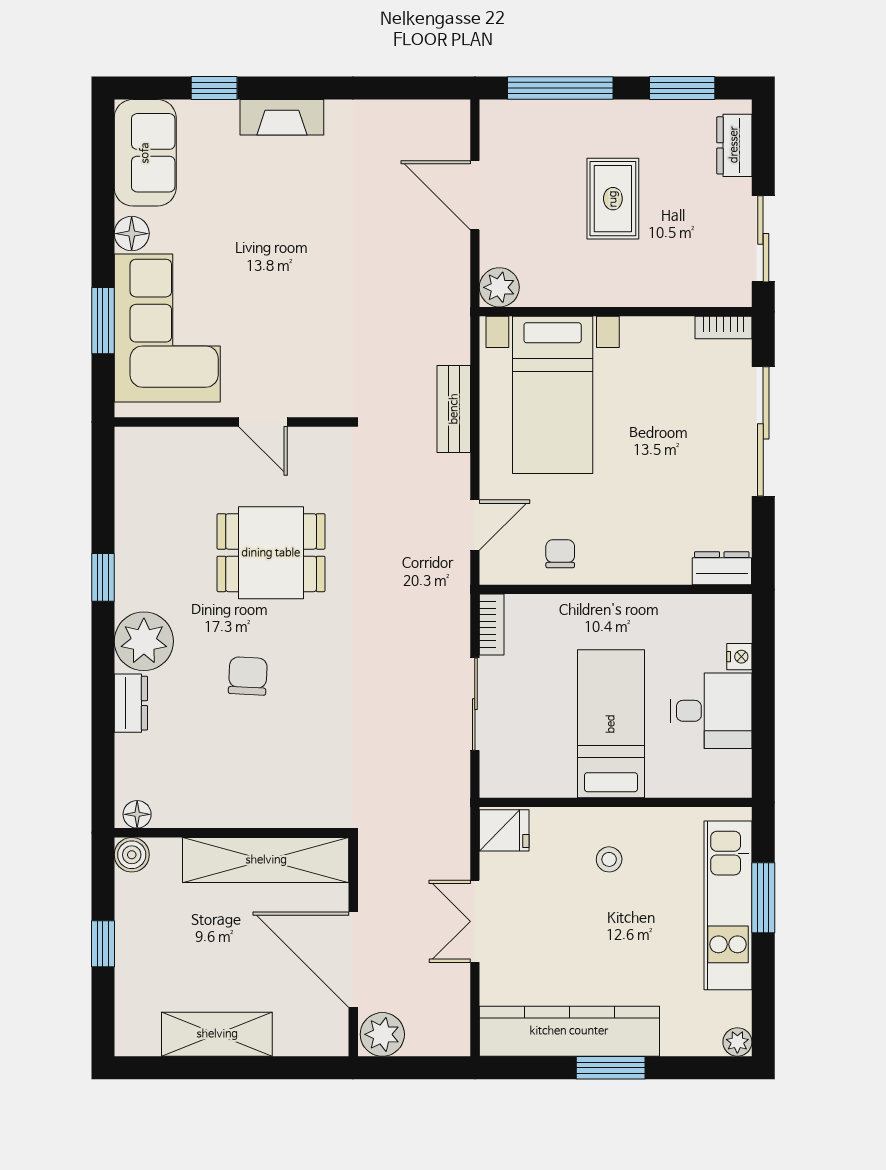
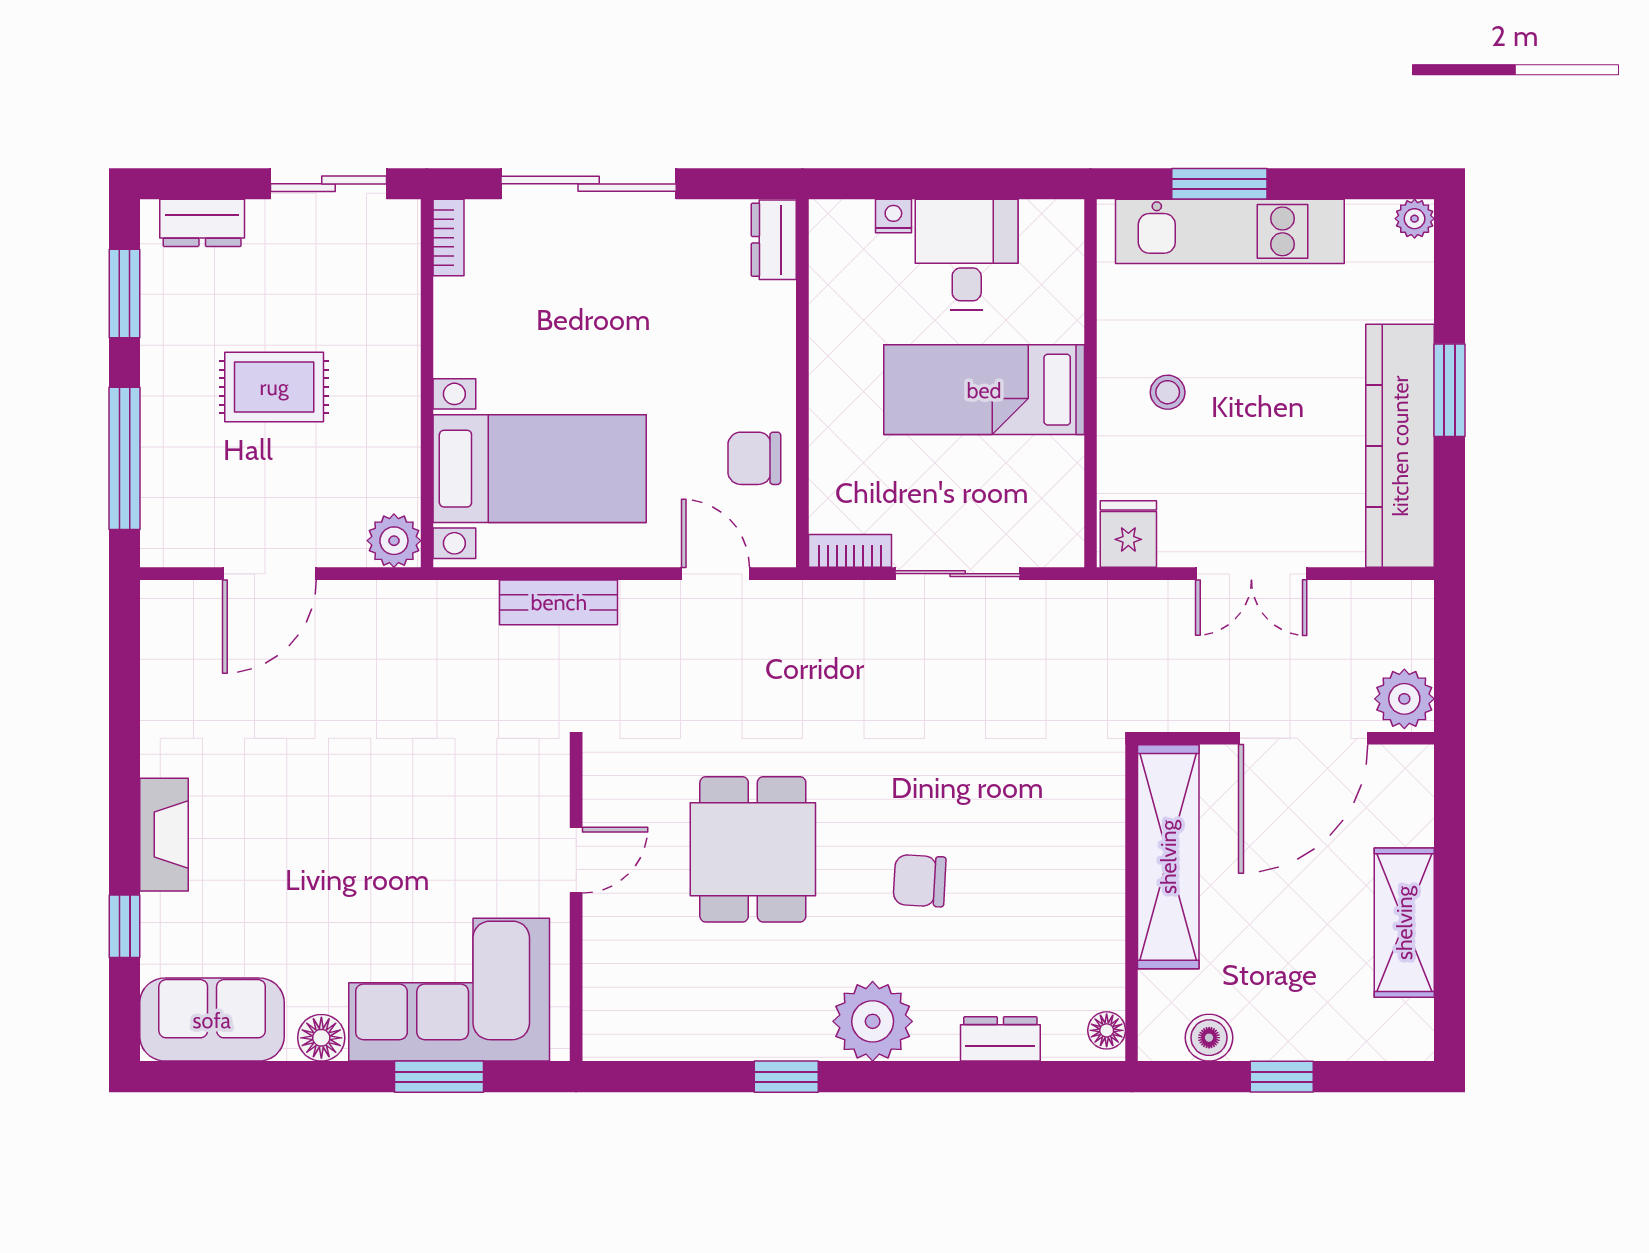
chair: (560, 554) -> (754, 458), width x1.37, depth x1.37
dresser: (131, 703) -> (1000, 1039), moved
boiler: (132, 855) -> (1209, 1038), moved

